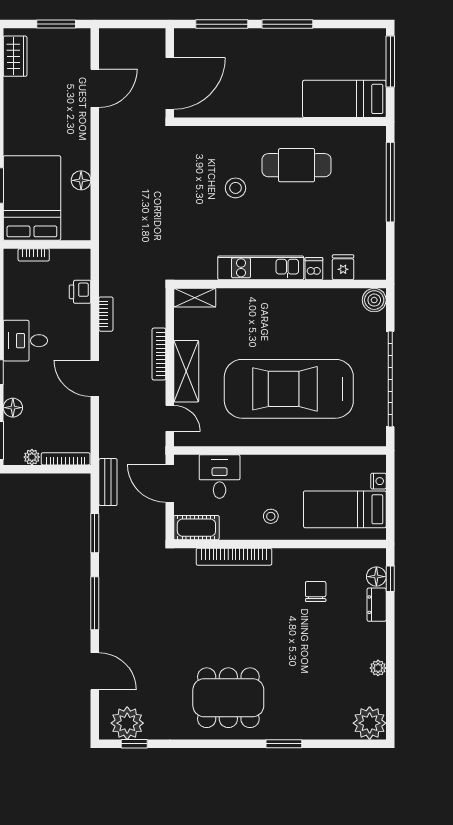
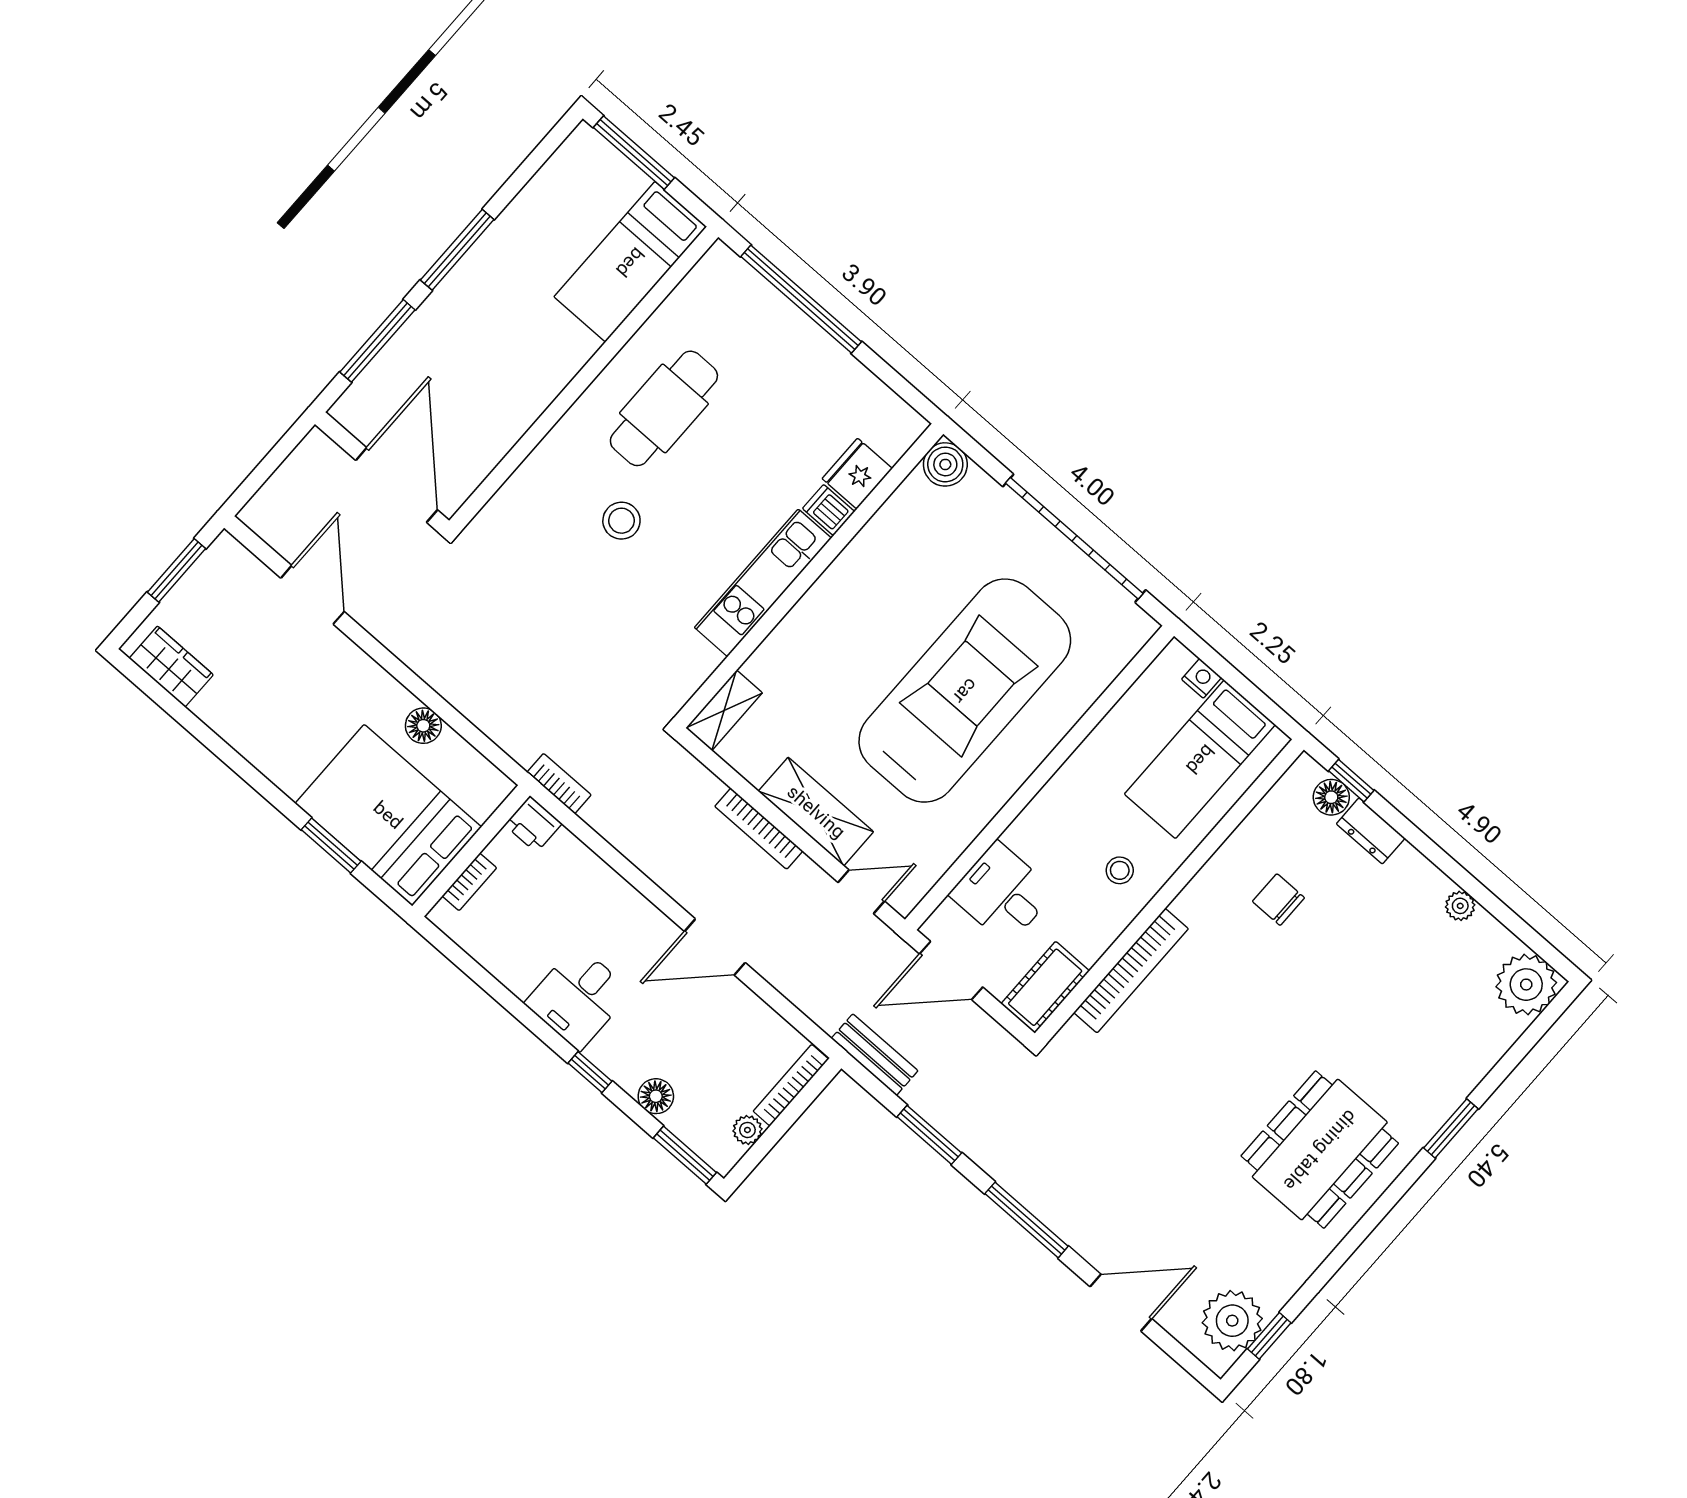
fridge: (343, 267) -> (857, 474), width x1.38
printer: (80, 292) -> (533, 824), moved
bookcase: (106, 314) -> (559, 784), moved
car: (289, 389) -> (965, 691), turned 180

